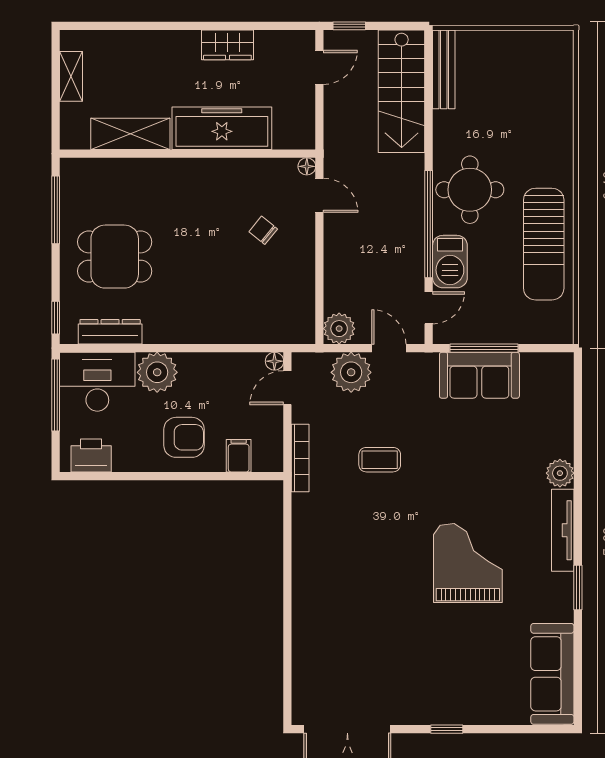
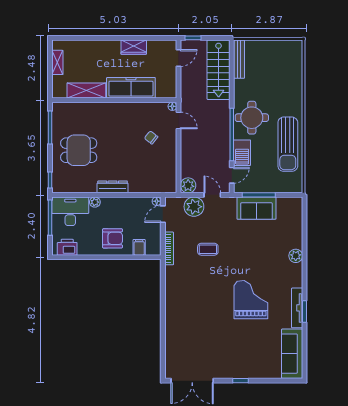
dresser: (110, 332) -> (113, 187), moved
plant: (157, 372) -> (95, 202), width x0.53, depth x0.53
tv unit: (563, 530) -> (297, 308), moved

